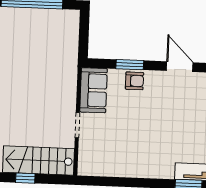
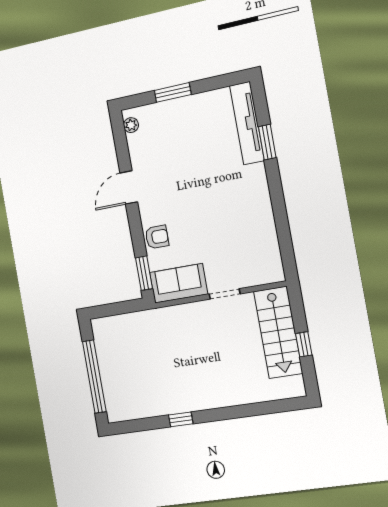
window: (130, 65) -> (144, 273), moved
armchair: (135, 81) -> (157, 237), turned 90

